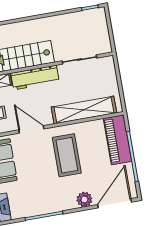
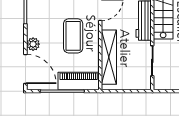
coffee table: (67, 155) -> (73, 36), turned 90

